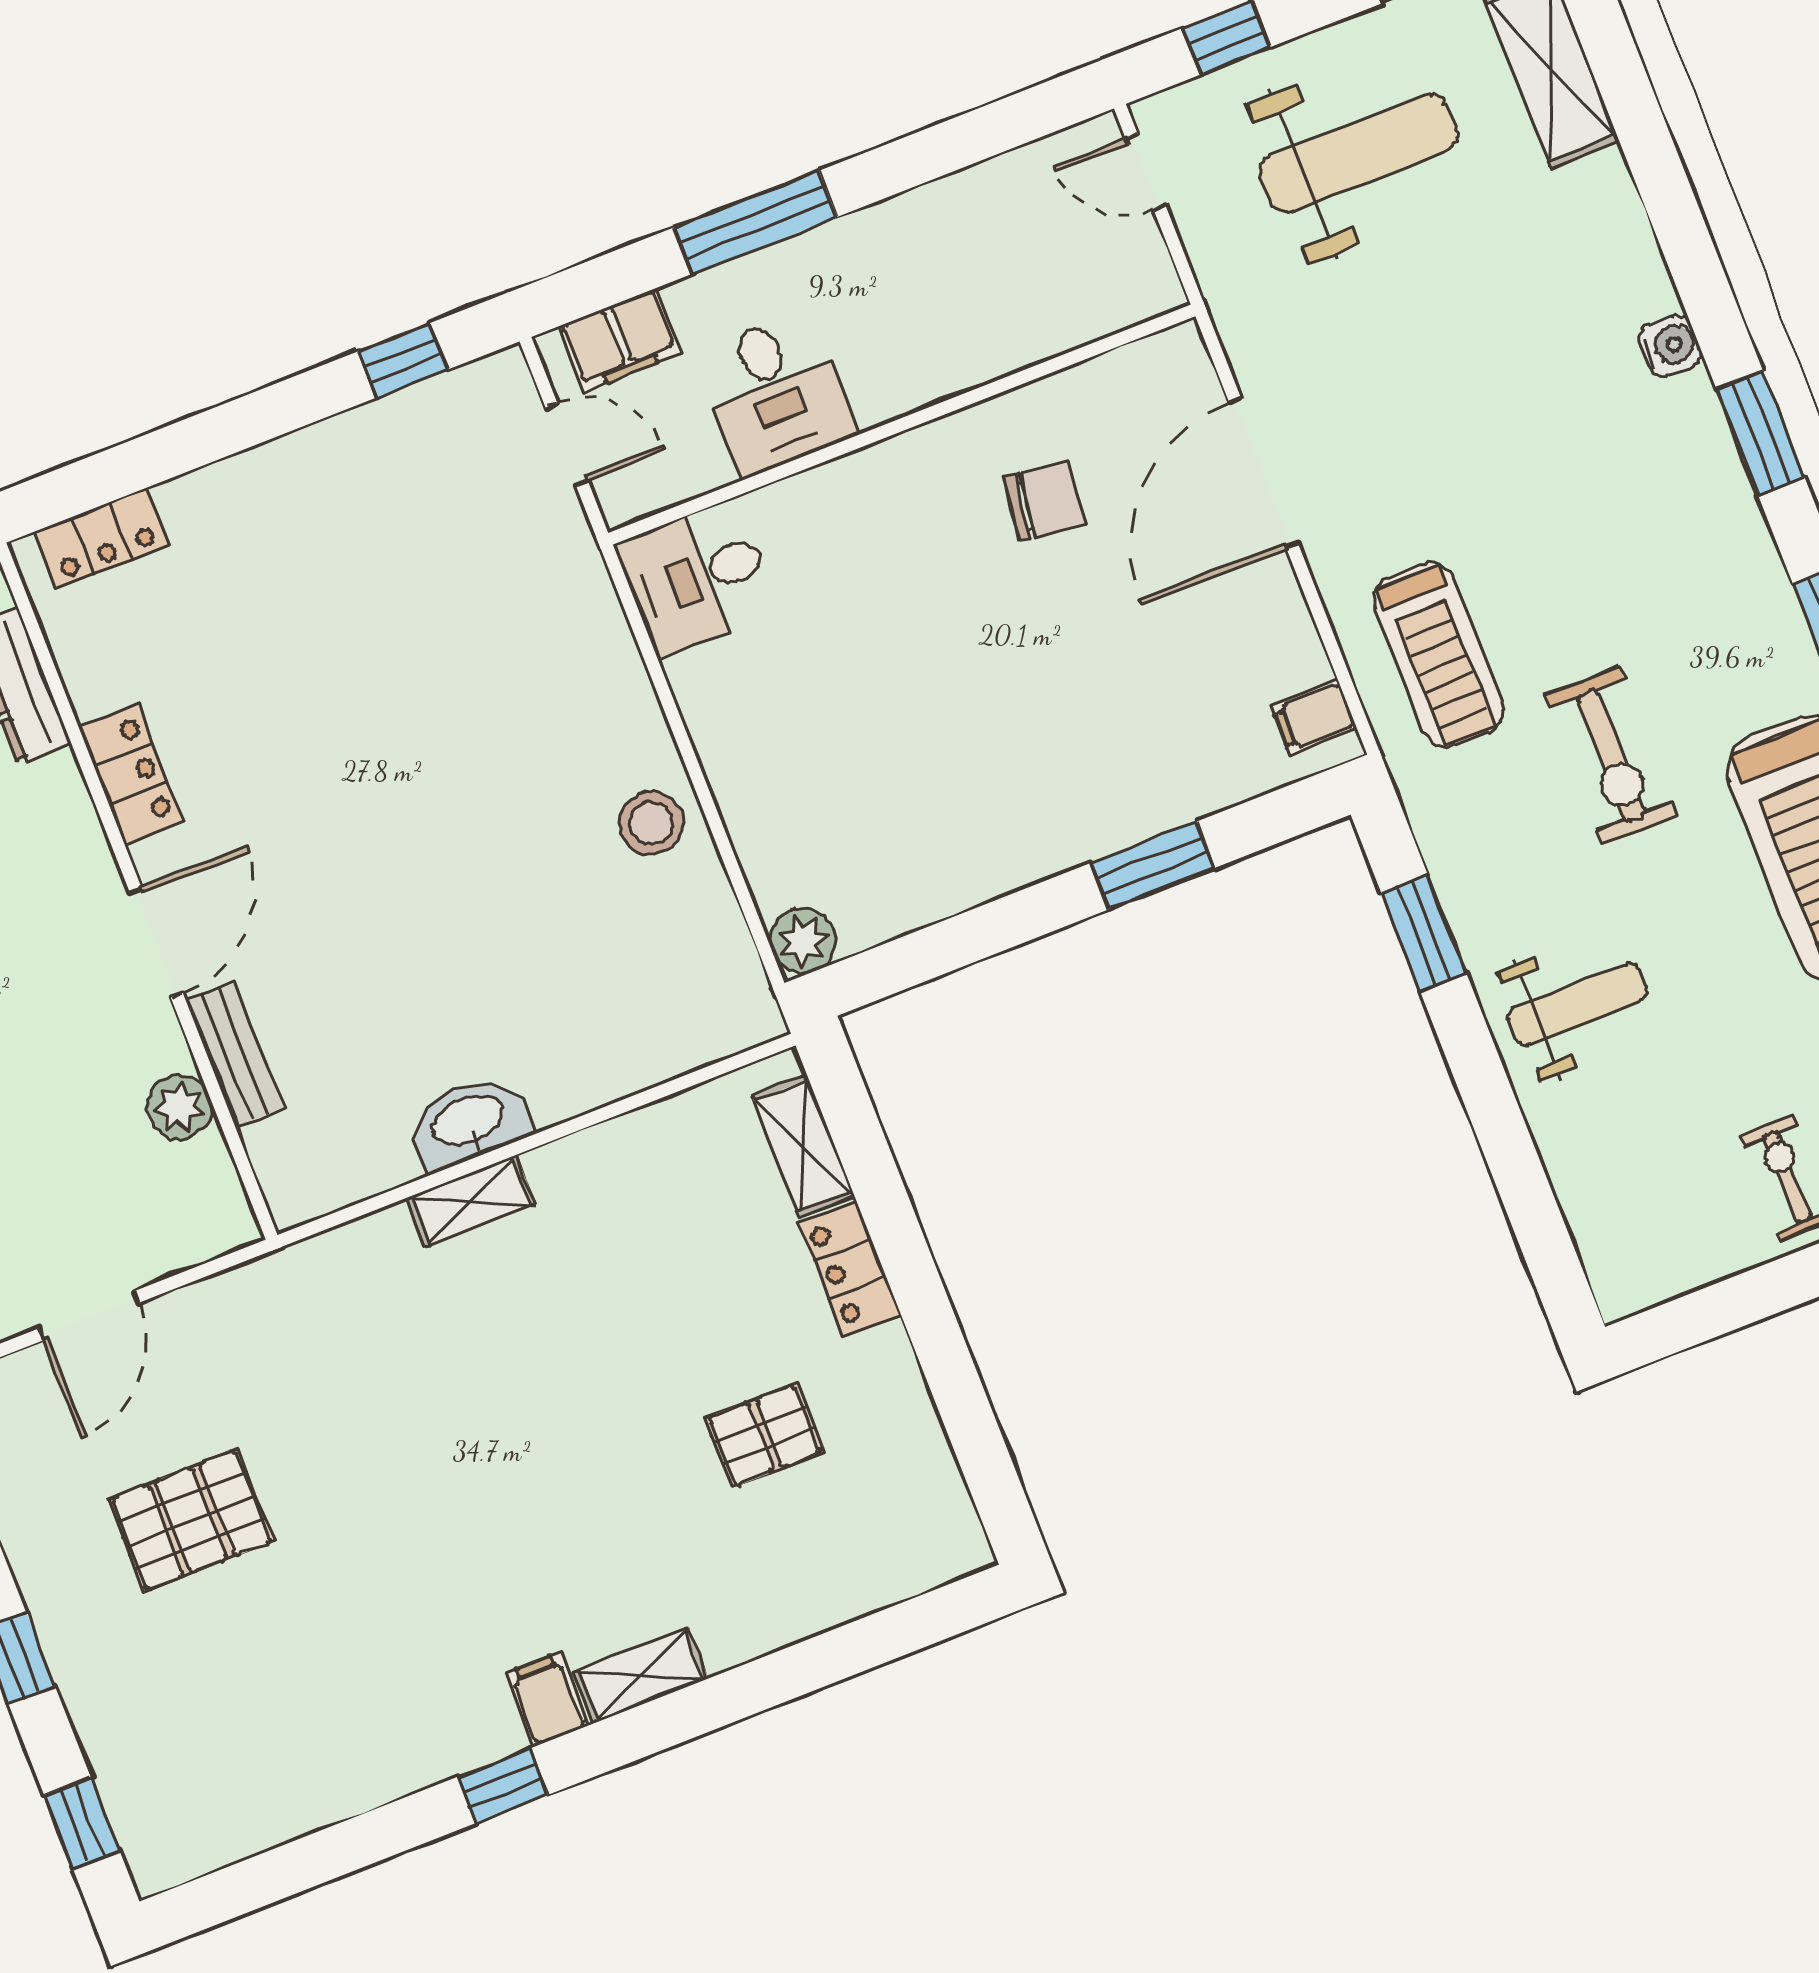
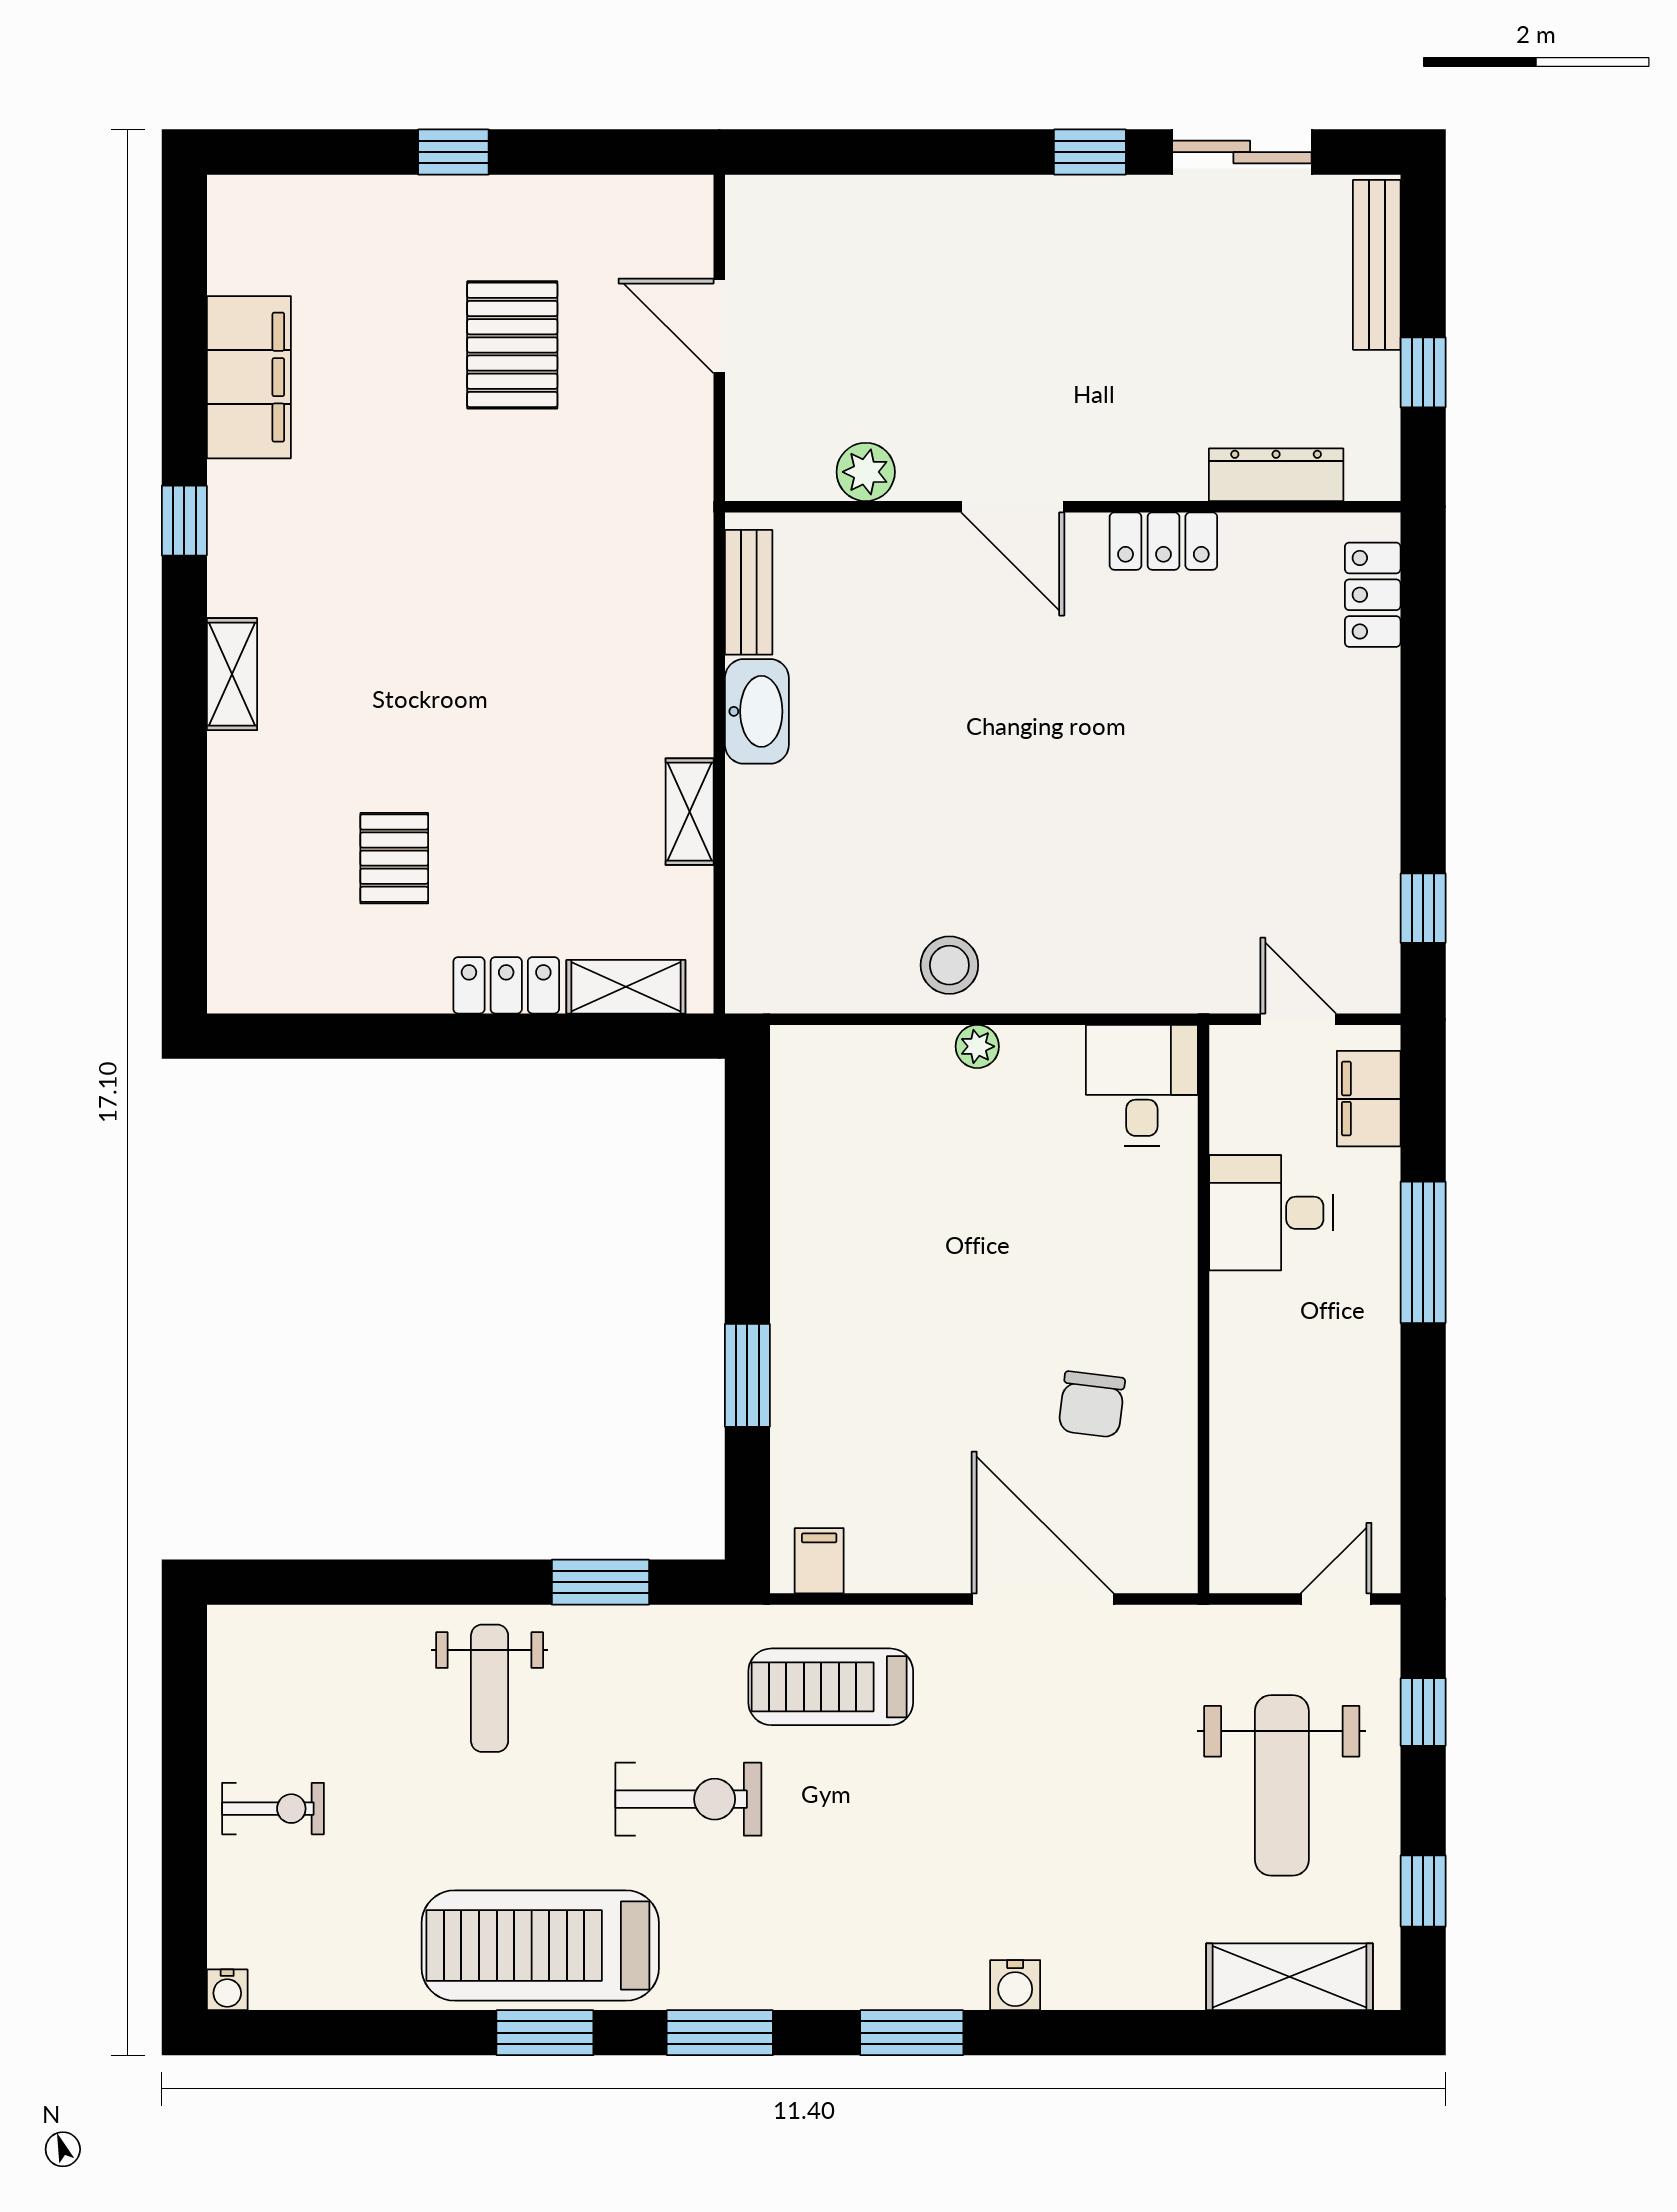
door: (567, 444) -> (1298, 1019), swing flipped
exercise bike: (1611, 756) -> (688, 1799), turned 180
plant: (803, 941) -> (977, 1046), moved, width x0.73, depth x0.73
bench: (235, 1054) -> (749, 592), moved, turned 90
shelving: (471, 1201) -> (690, 812), moved
filing cabinet: (547, 1699) -> (249, 377), moved, width x3.00, depth x1.17
window: (82, 1822) -> (293, 152), removed

